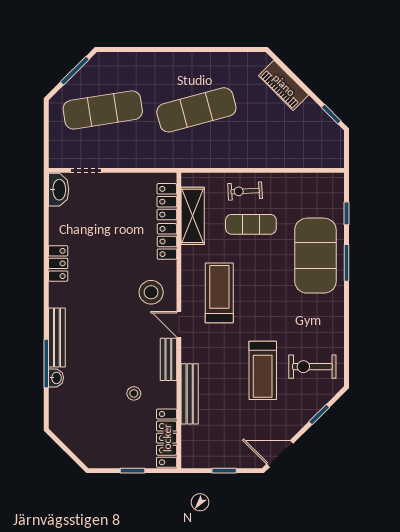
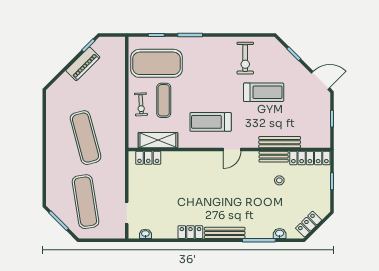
piano: (284, 85) -> (83, 64), moved
washbasin: (59, 190) -> (145, 234), width x0.52, depth x0.69
locker: (167, 241) -> (309, 224), moved, turned 135
exercise mat: (315, 256) -> (157, 63), moved
stool: (151, 292) -> (210, 169), removed
bench: (57, 338) -> (225, 233), moved
bench: (168, 359) -> (274, 157), moved
exercise bike: (312, 367) -> (245, 58), moved
washbasin: (56, 378) -> (280, 234), moved
door: (280, 454) -> (321, 80), swing flipped

